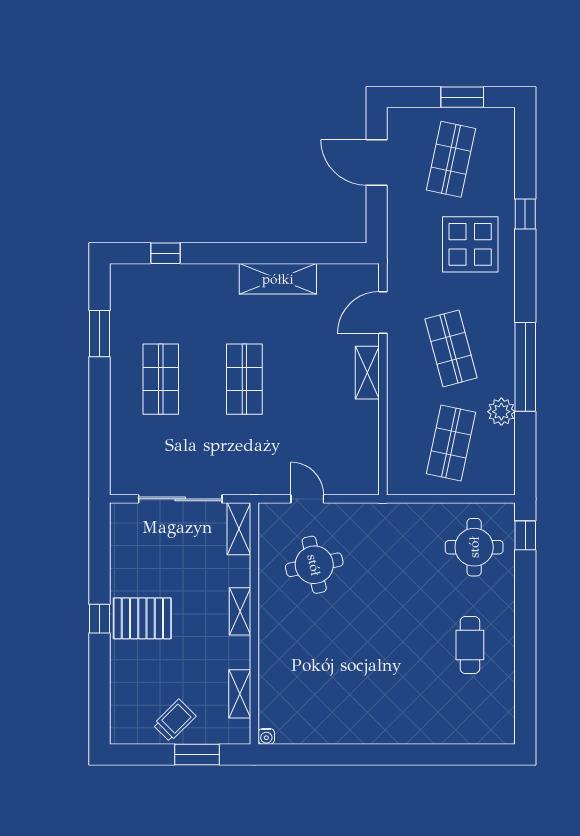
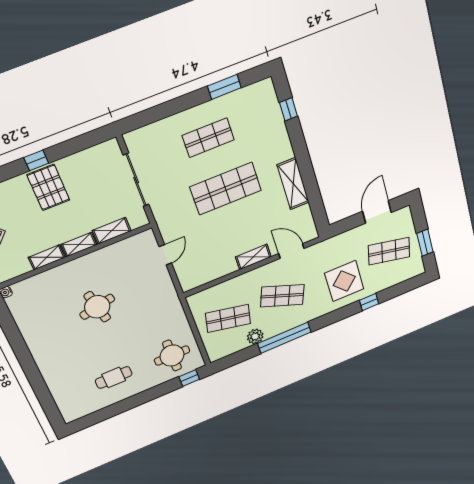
shop shelf: (451, 348) -> (282, 296), turned 36
shop shelf: (244, 379) -> (226, 189), width x1.43, depth x1.36
shelving: (239, 529) -> (112, 231), moved
round table: (314, 565) -> (97, 307), moved
shelving: (240, 694) -> (47, 257), moved

